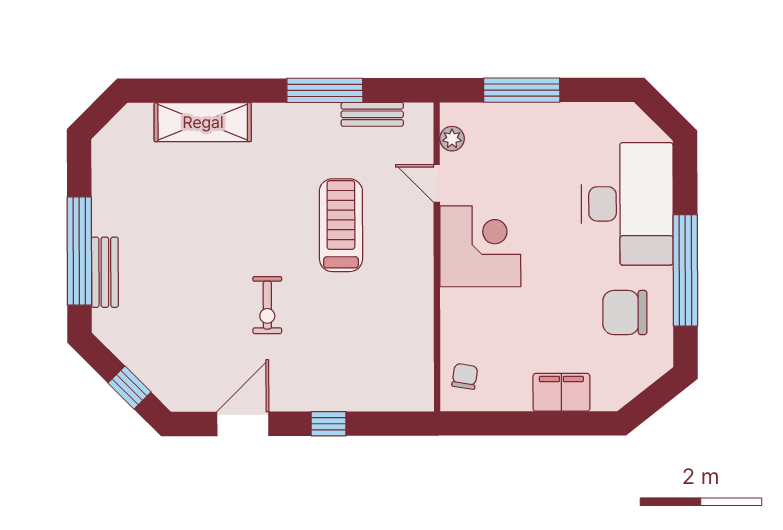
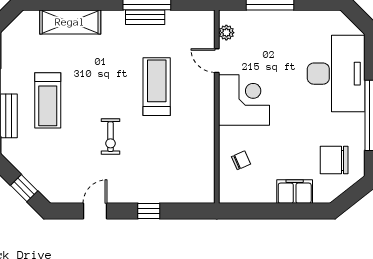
bench: (372, 114) -> (145, 17), moved
treadmill: (167, 248) -> (48, 100), added
chair: (625, 313) -> (334, 160), moved
chair: (465, 376) -> (241, 160), moved, turned 57
door: (243, 424) -> (95, 211), width x0.73

